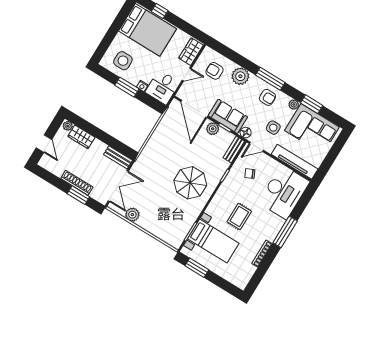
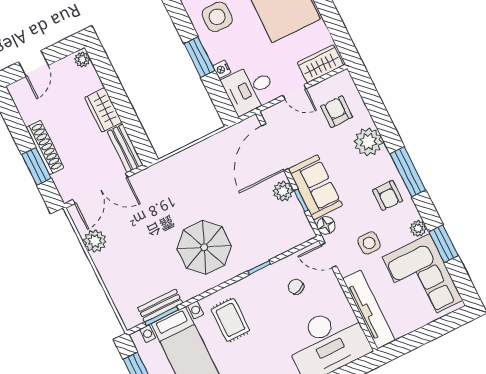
wardrobe: (81, 137) -> (103, 110), moved
bench: (234, 150) -> (160, 306), moved
rug: (239, 216) -> (230, 320), moved, turned 90

